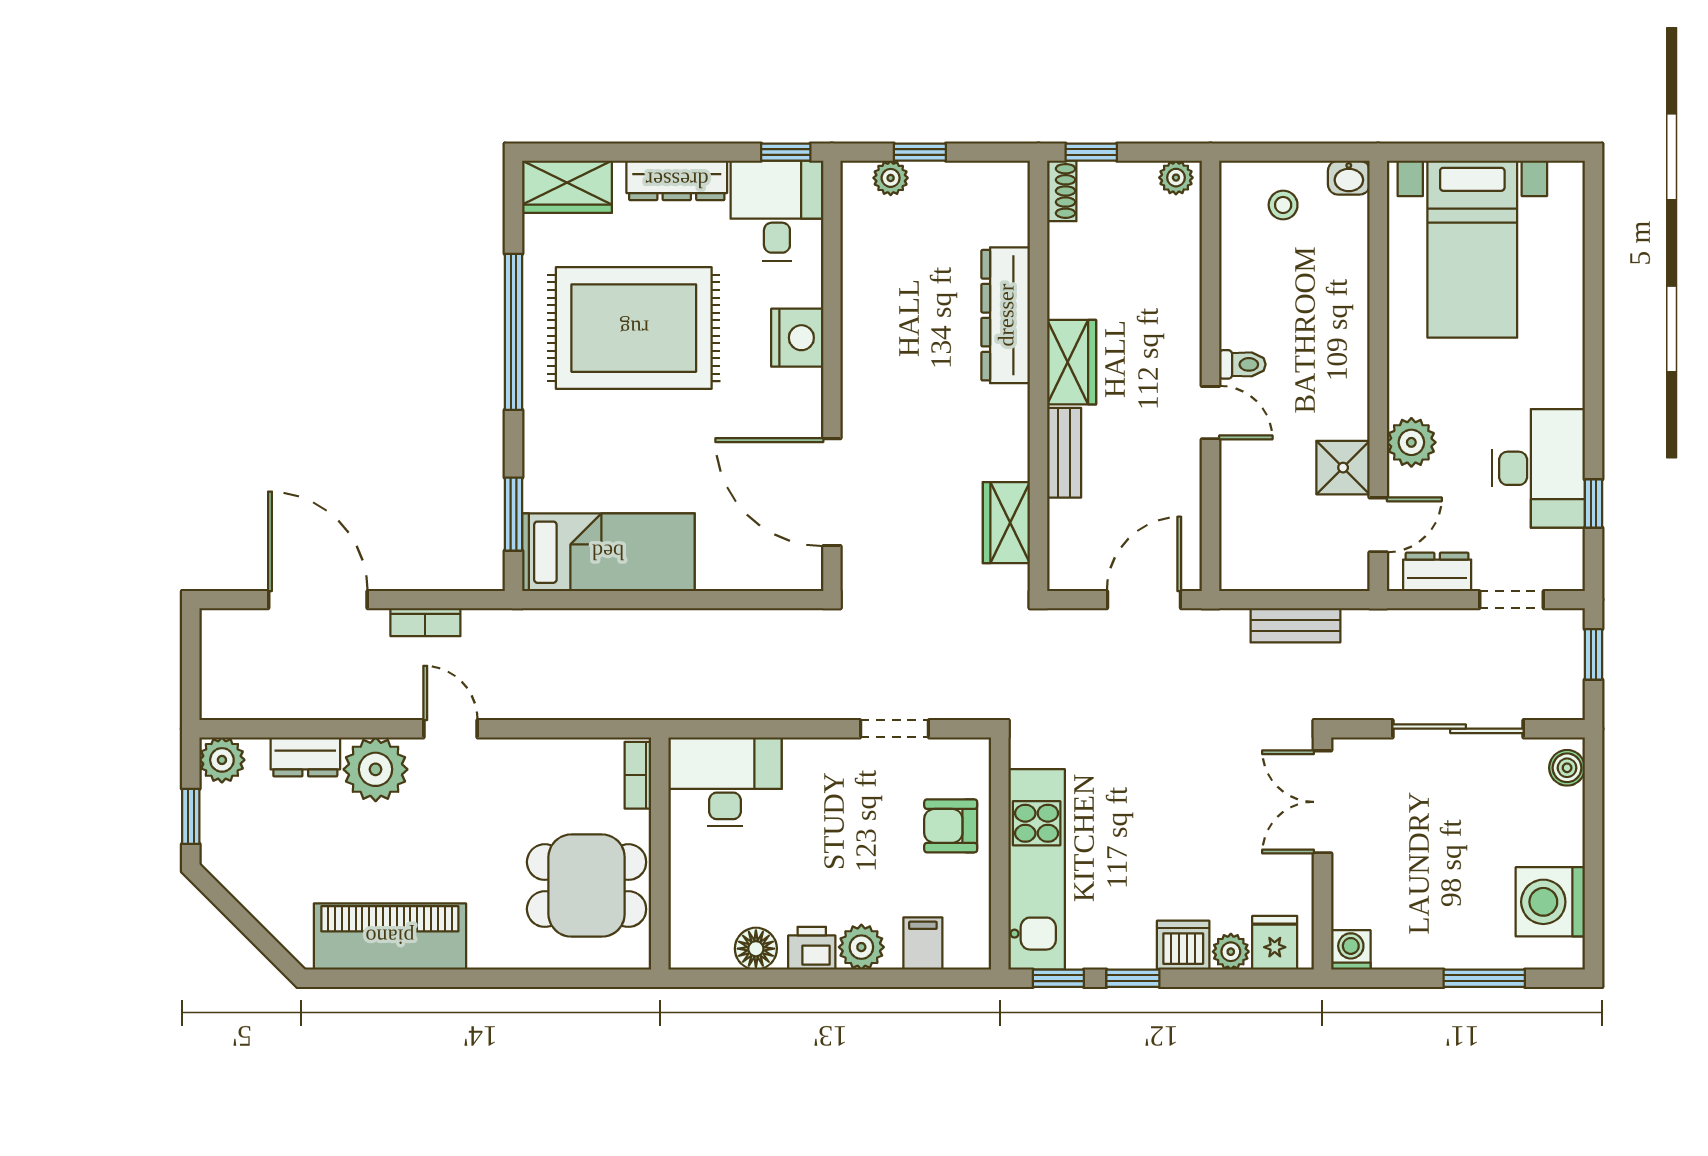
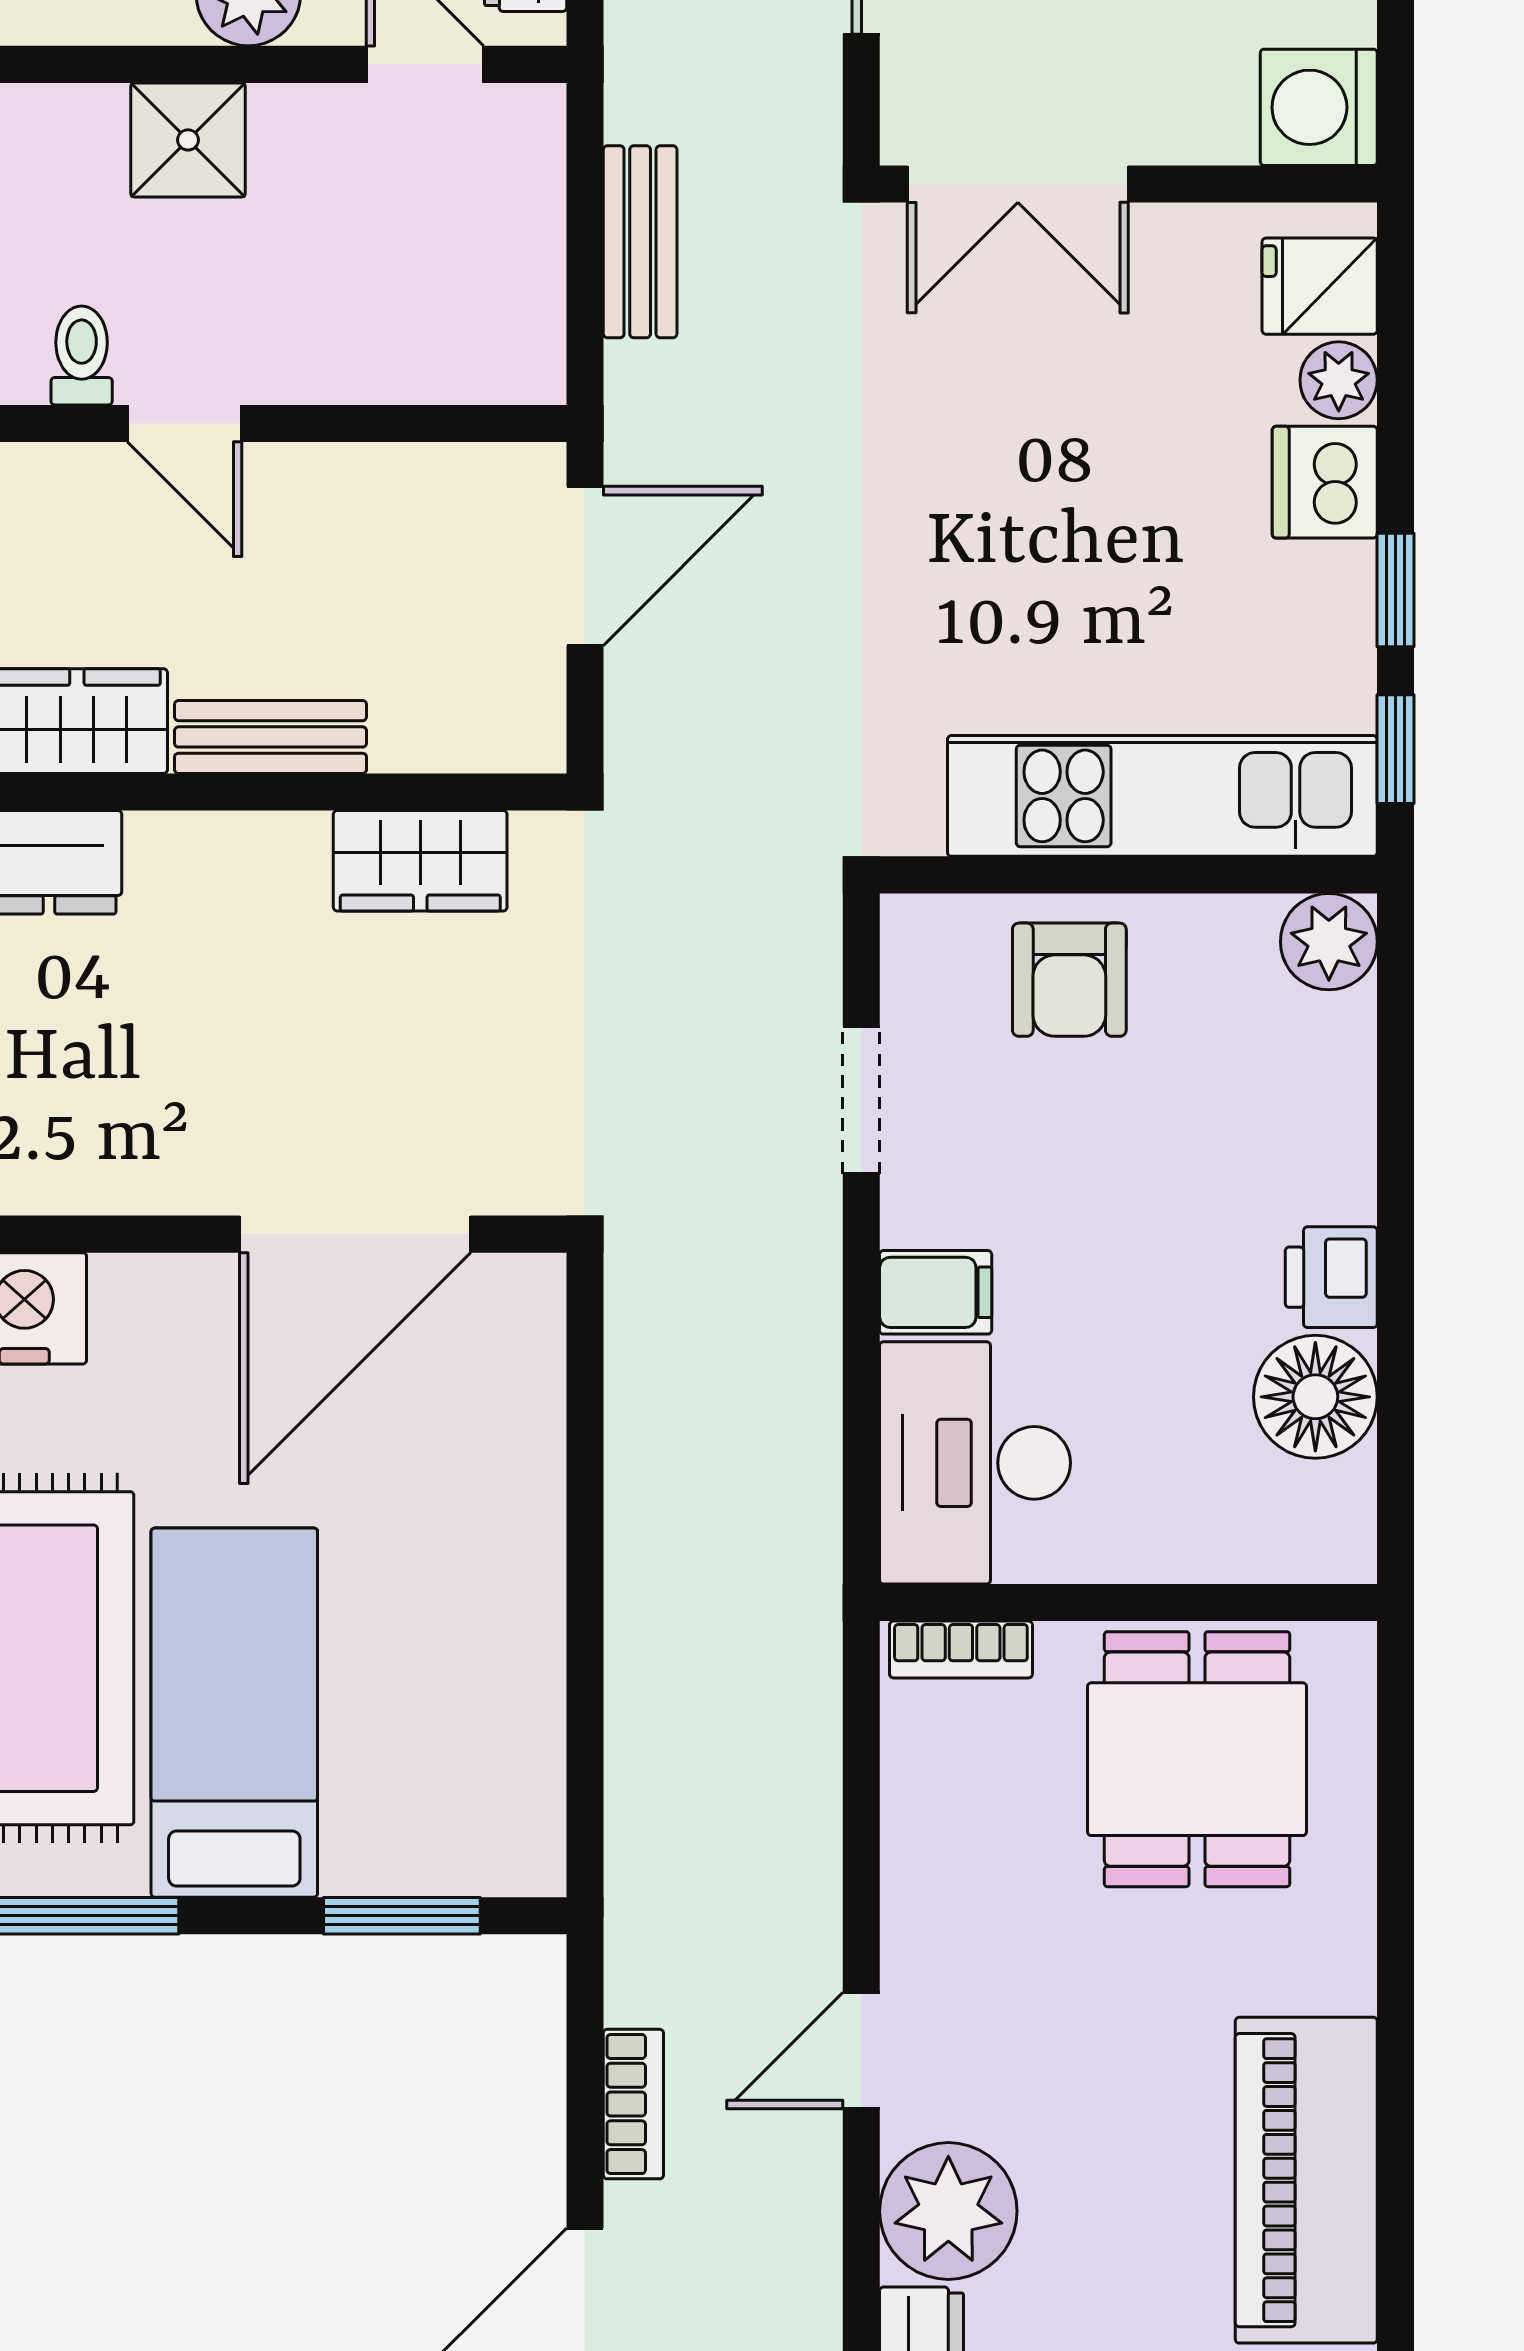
door: (1211, 413) -> (185, 424), swing flipped
shower: (1343, 468) -> (188, 140), moved
bed: (608, 552) -> (234, 1713), moved
door: (1144, 600) -> (585, 566), swing flipped
filing cabinet: (923, 944) -> (936, 1292), moved, turned 180
plant: (861, 947) -> (1329, 942), moved
floor lamp: (756, 949) -> (1315, 1397), width x1.38, depth x1.38
washing machine: (1351, 950) -> (1319, 107), width x1.38, depth x1.38

